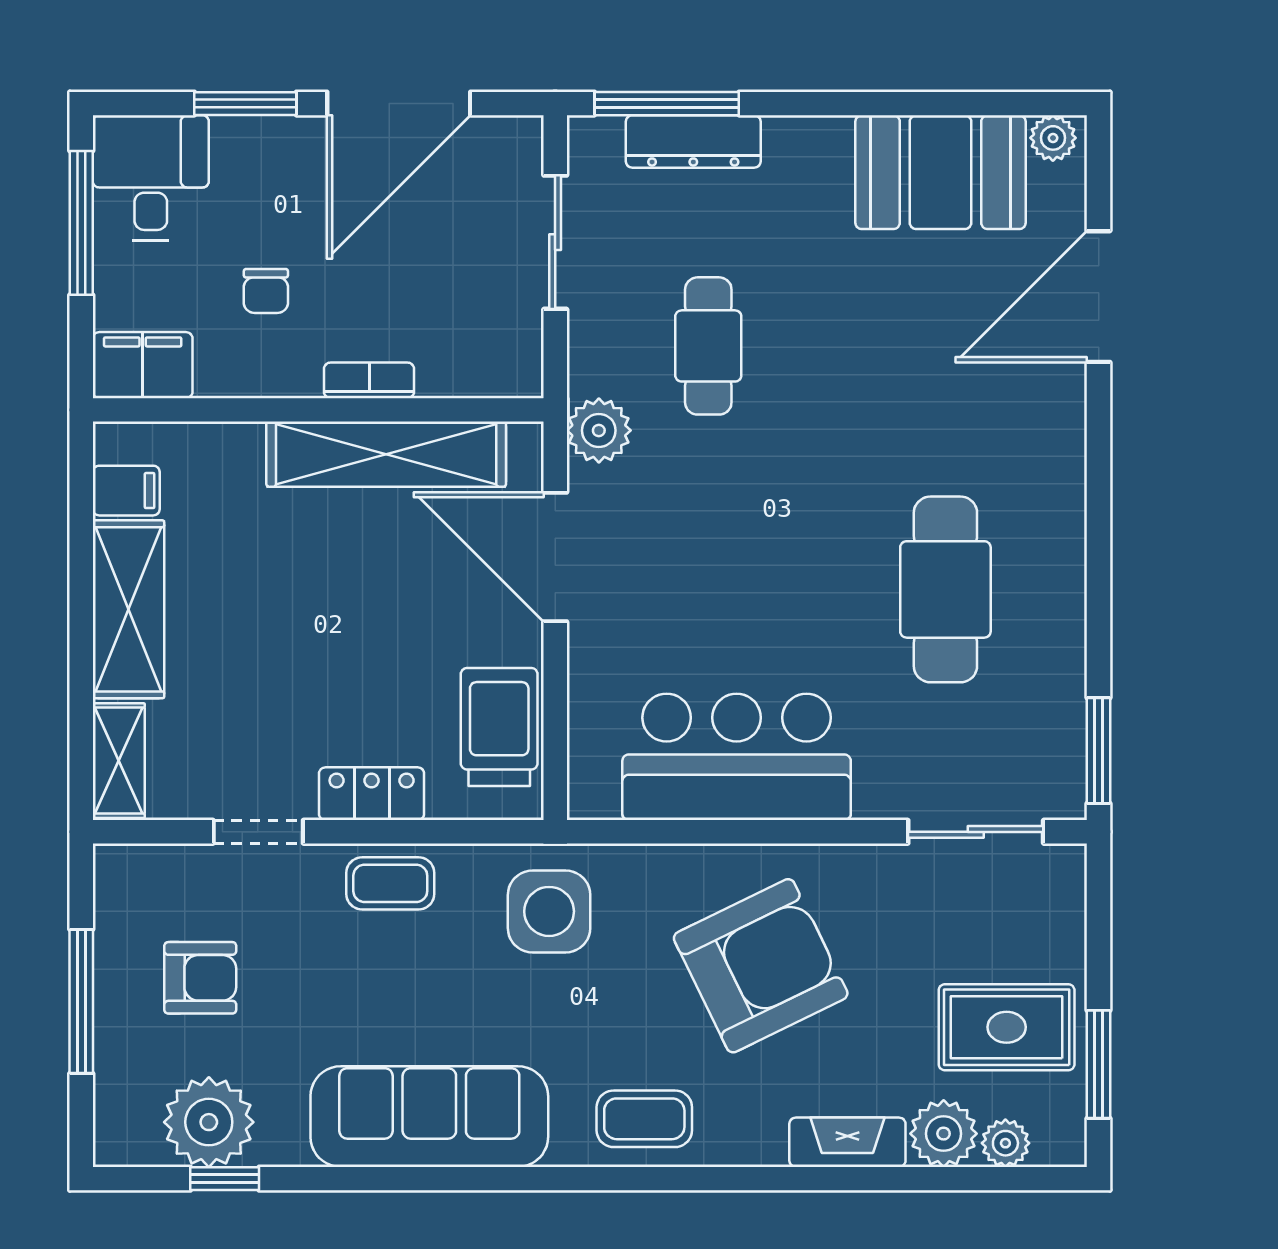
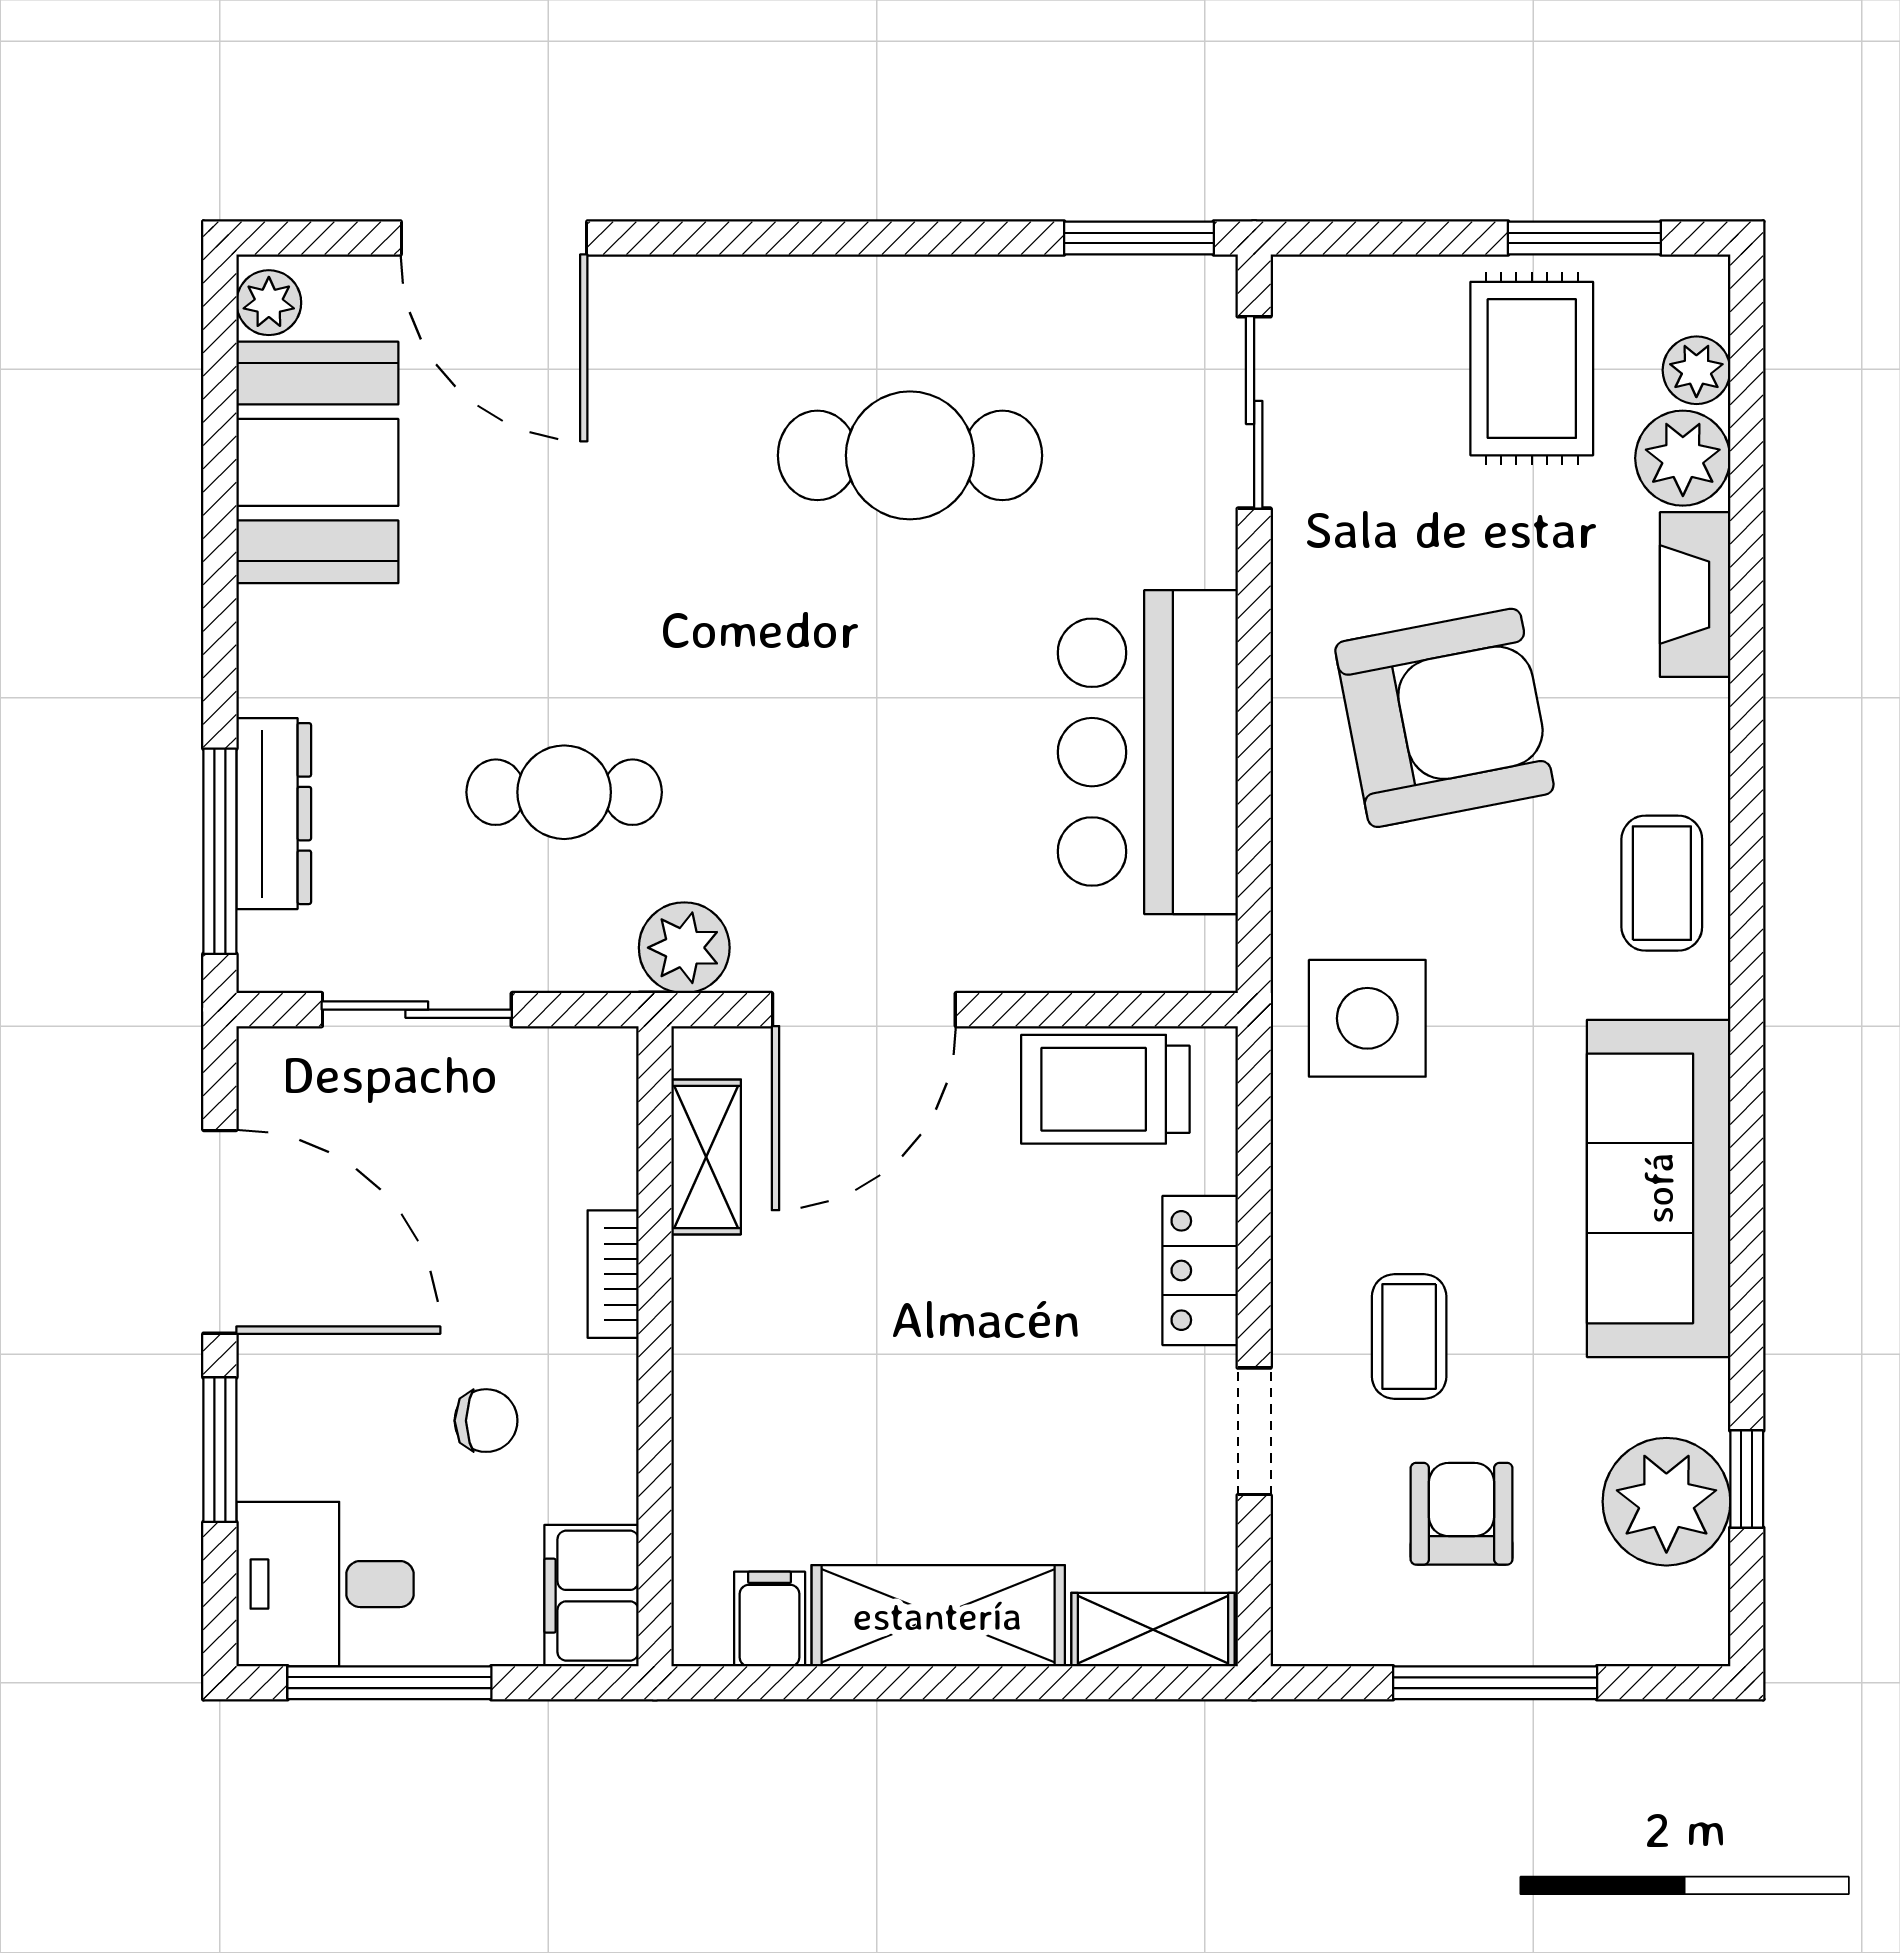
shelving: (386, 454) -> (706, 1157), width x0.45, depth x0.75
coffee table: (390, 883) -> (1409, 1336), moved
armchair: (761, 966) -> (1444, 718), turned 105

